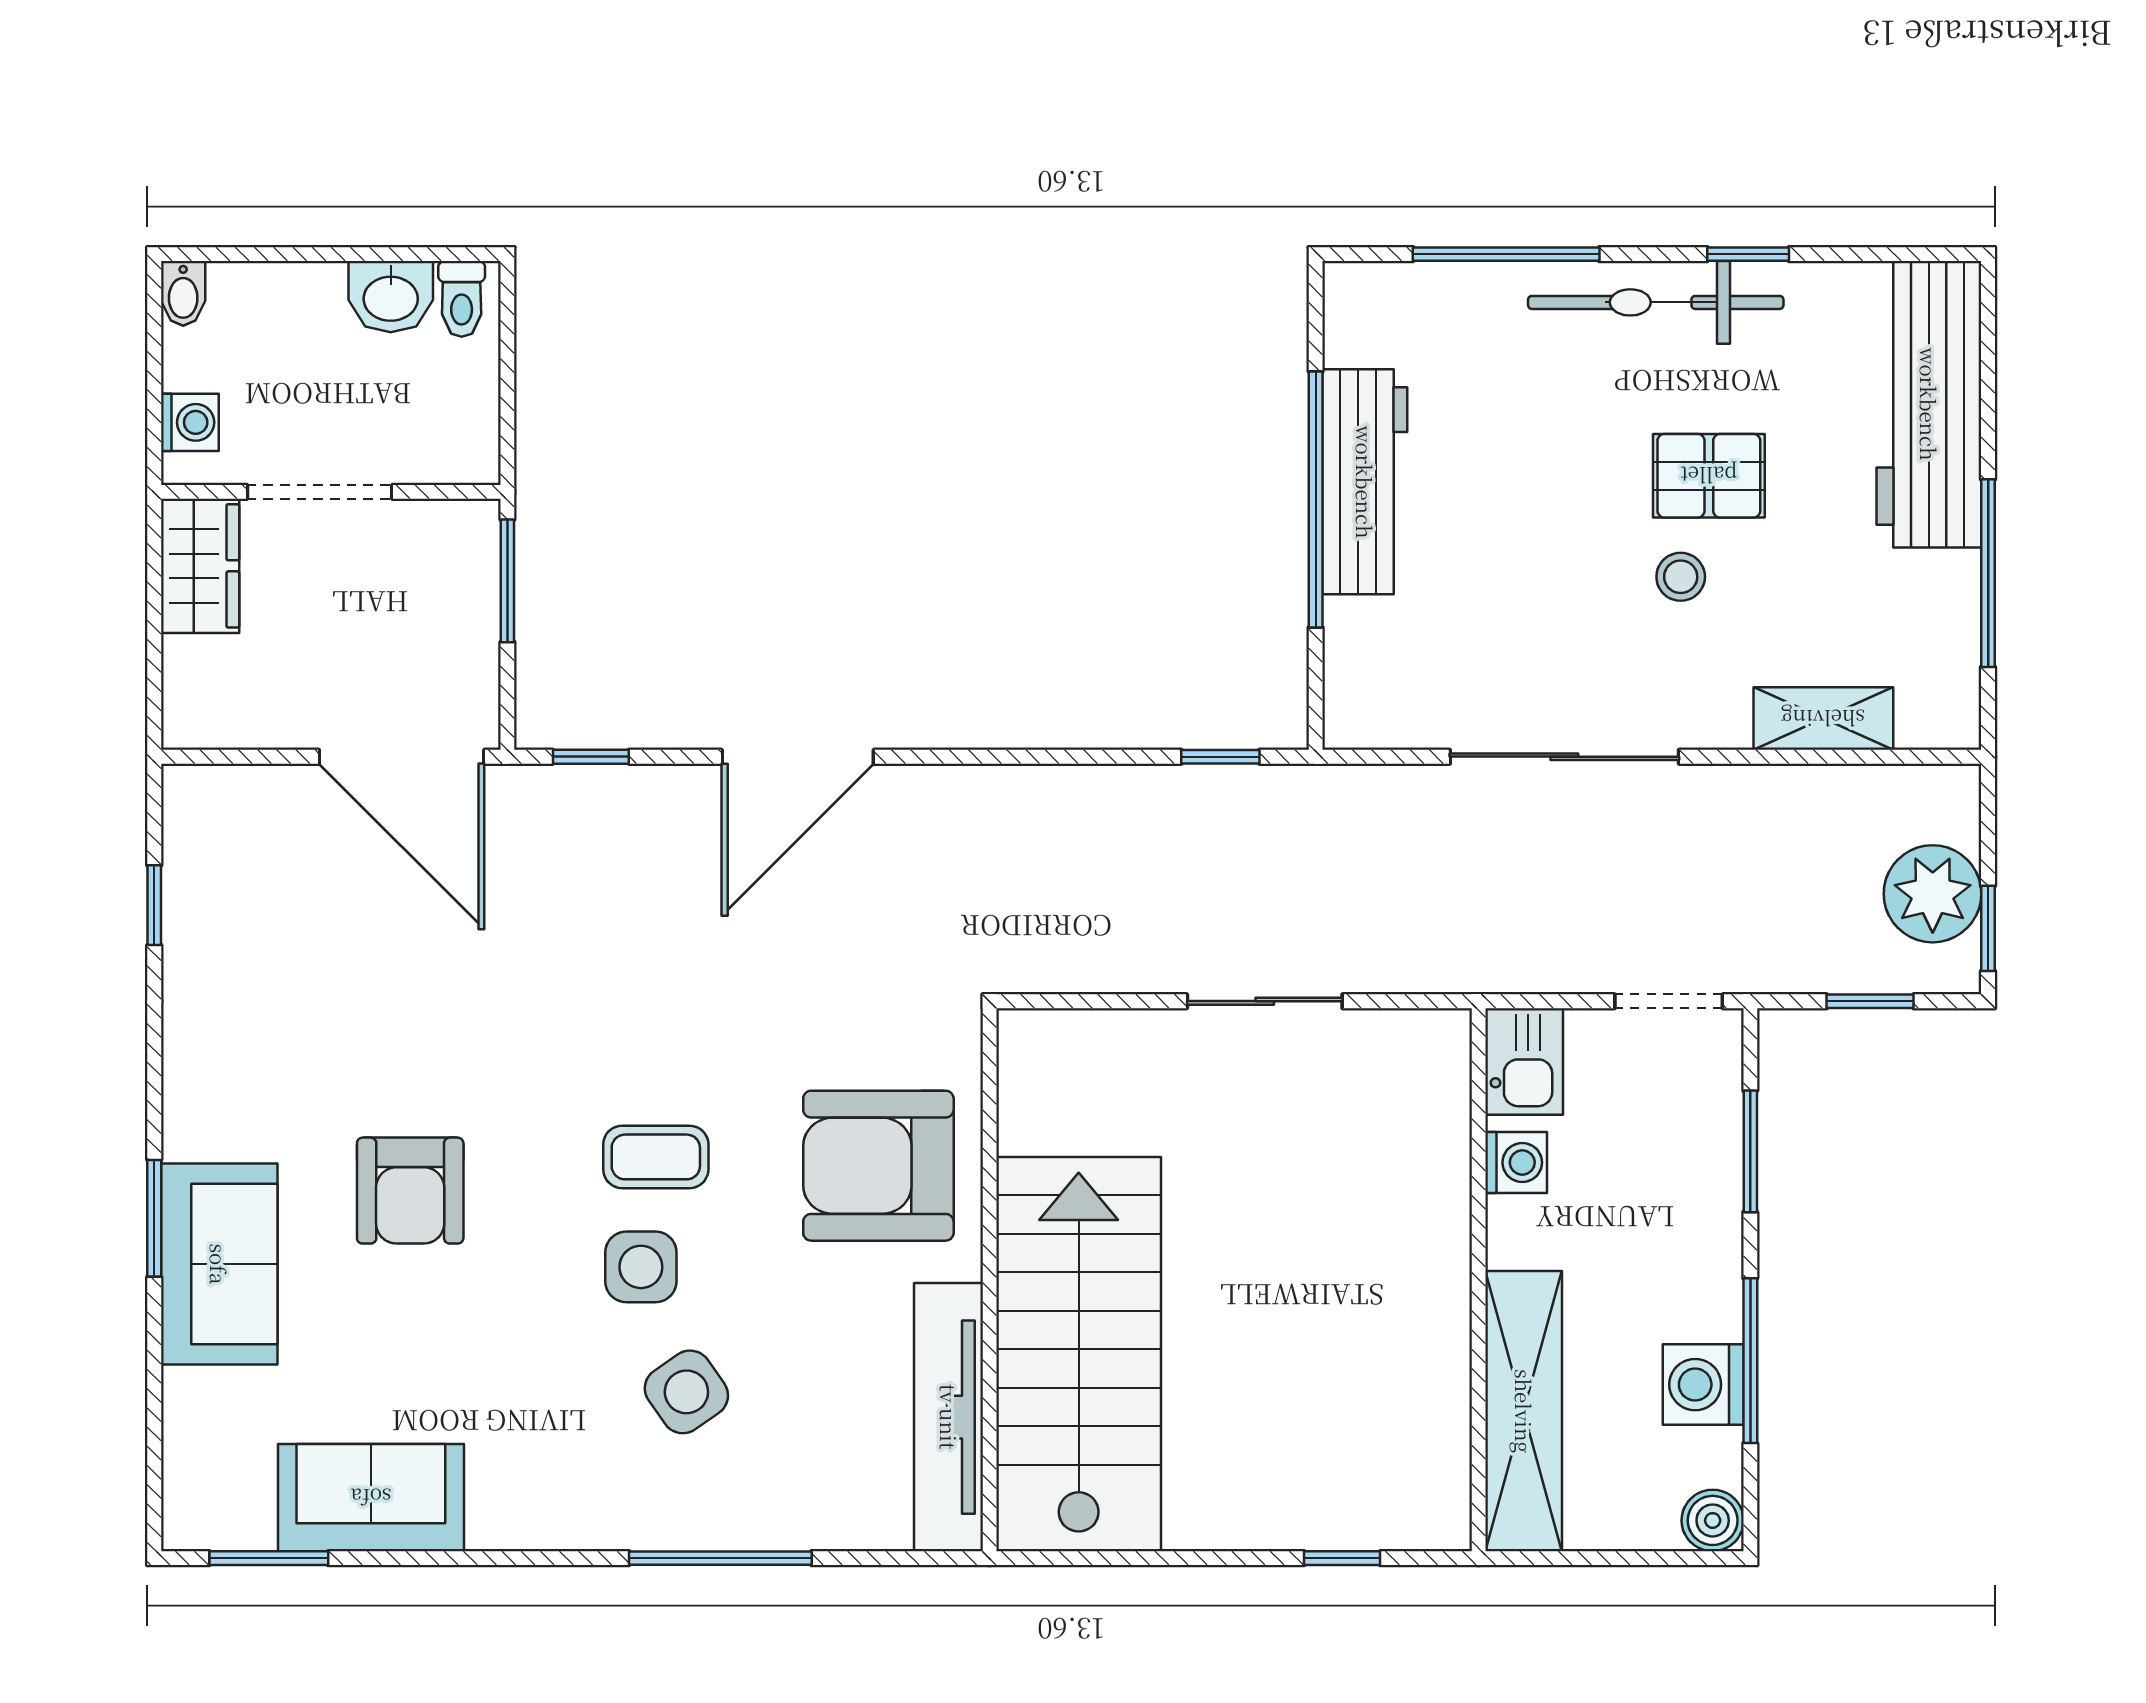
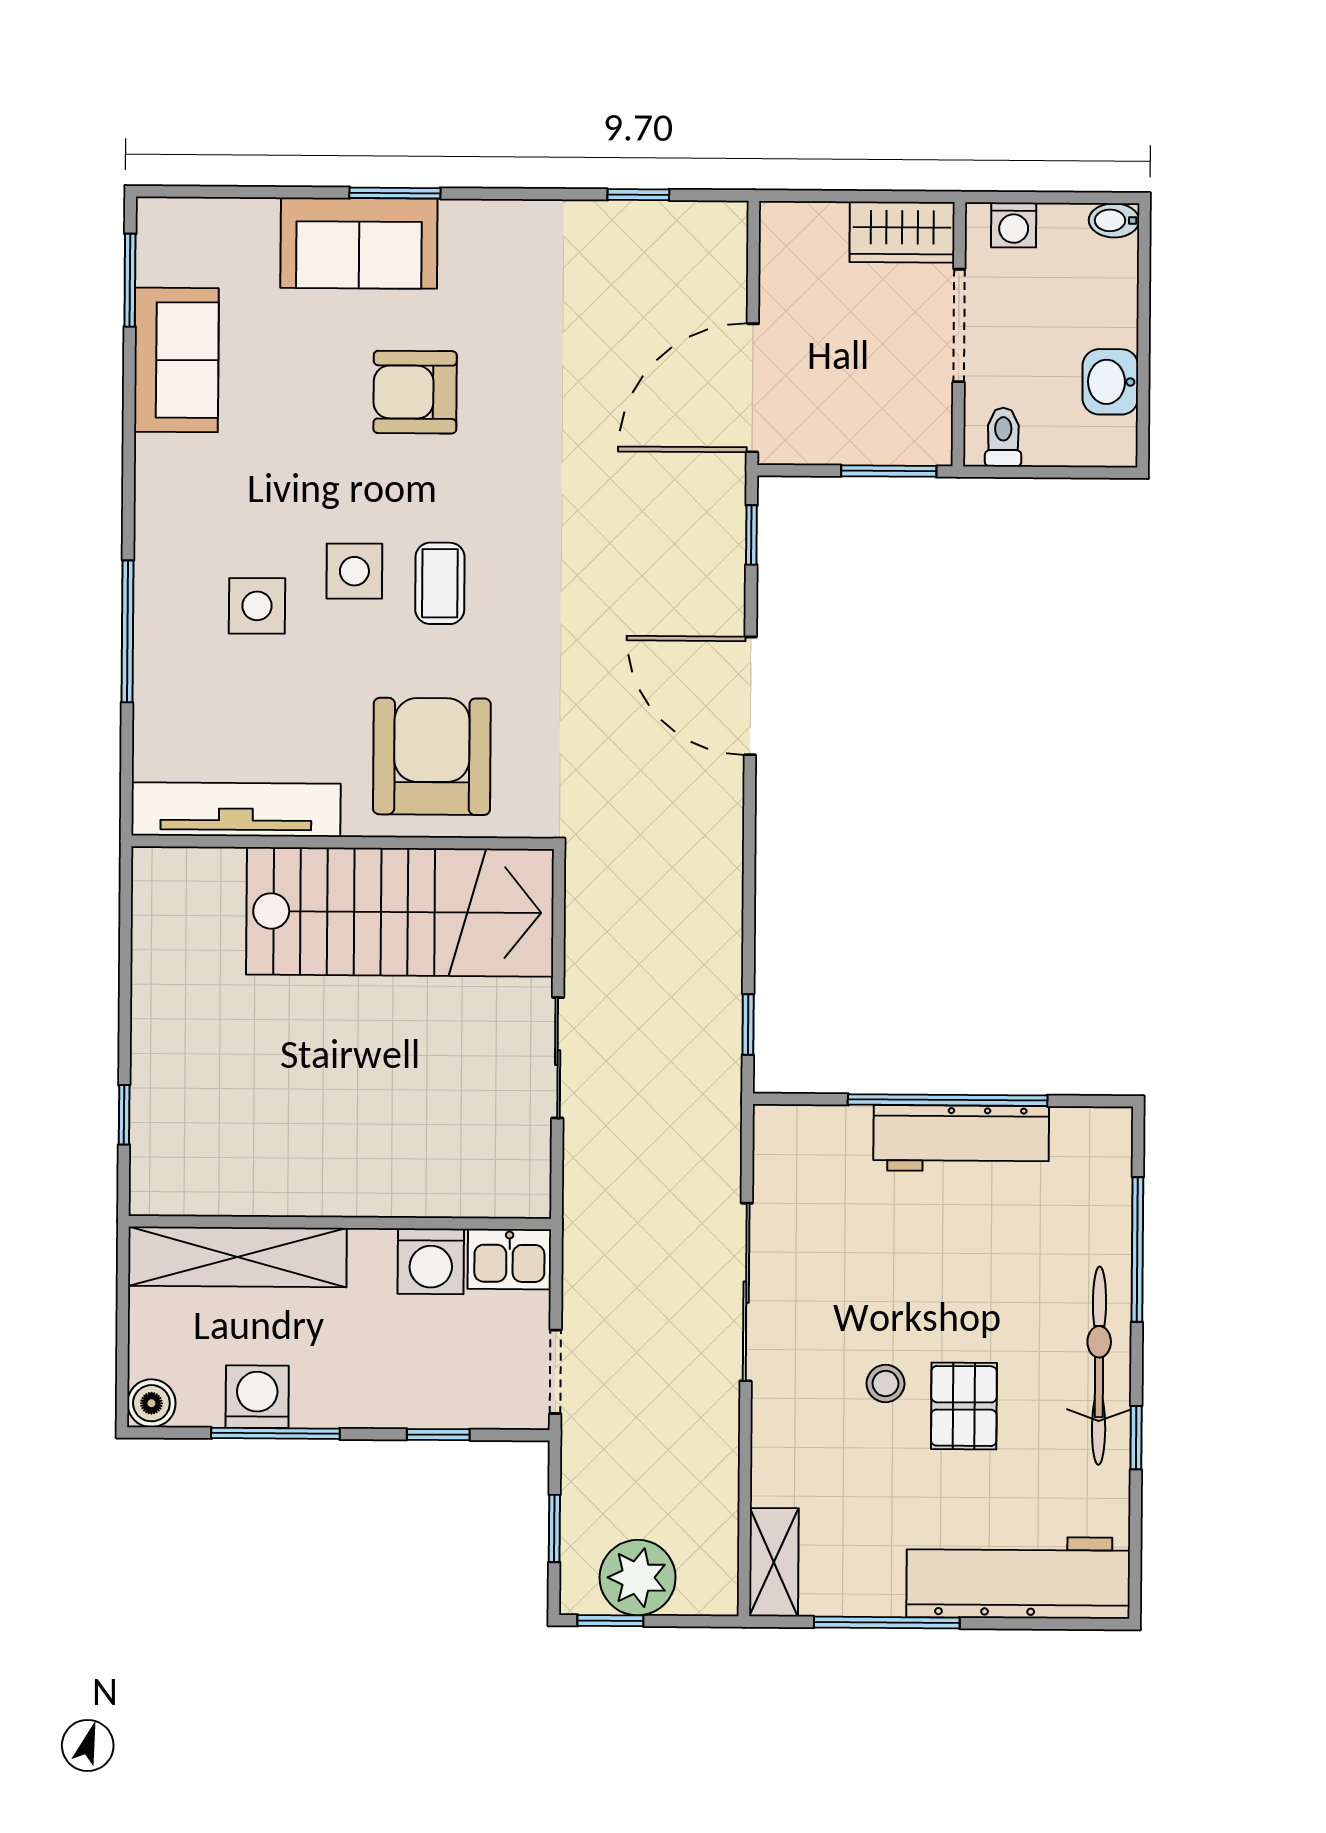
toilet: (462, 299) -> (1003, 437), moved, turned 90
shelving: (1823, 719) -> (774, 1562), moved
window: (1750, 1151) -> (438, 1435), width x0.67
washing machine: (1516, 1162) -> (431, 1261), width x1.38, depth x1.38
stairs: (1079, 1354) -> (400, 912), moved
side table: (686, 1392) -> (257, 606), turned 35

